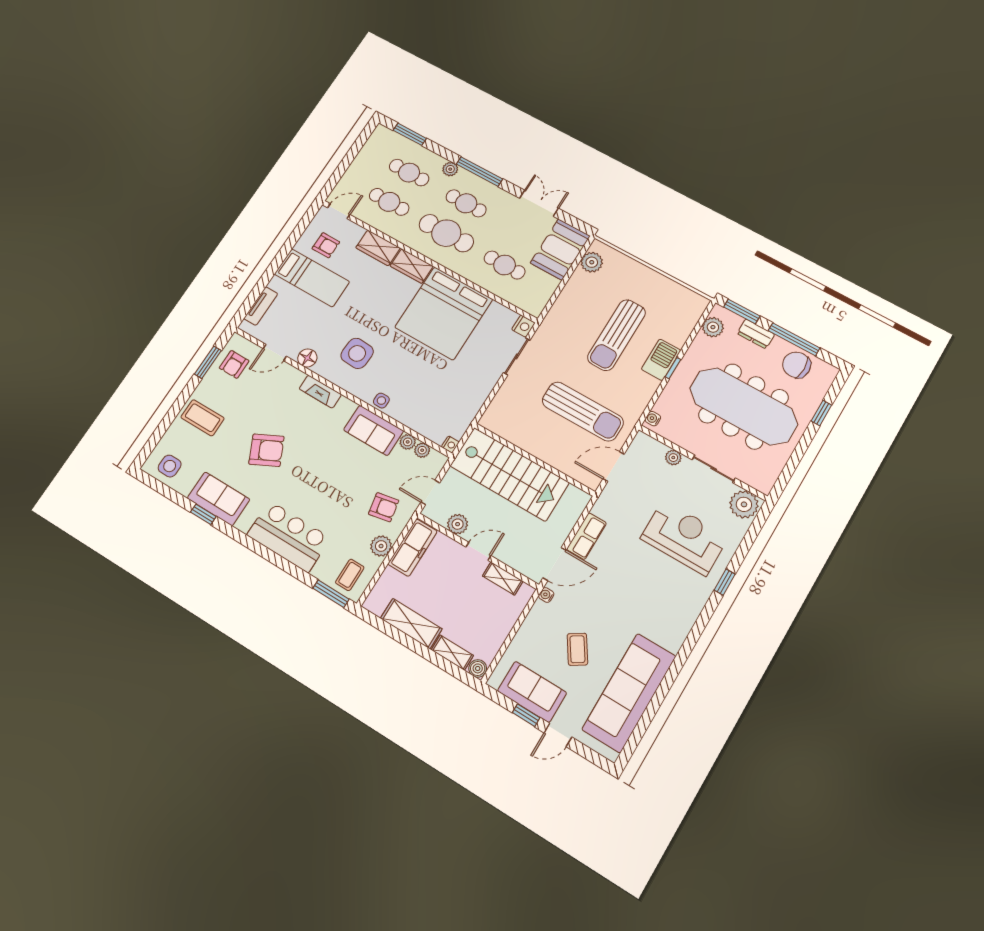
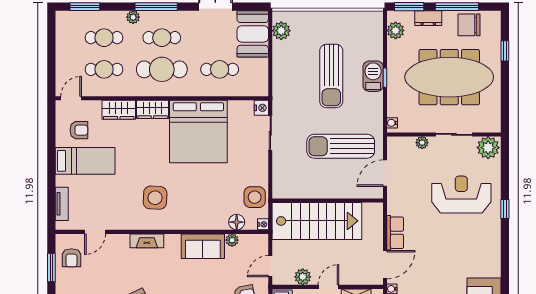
floor lamp: (307, 358) -> (237, 222), moved
side table: (381, 401) -> (255, 197), moved, width x1.87, depth x1.87
sun lounger: (583, 411) -> (341, 146), turned 180
plant: (422, 450) -> (246, 240), removed

